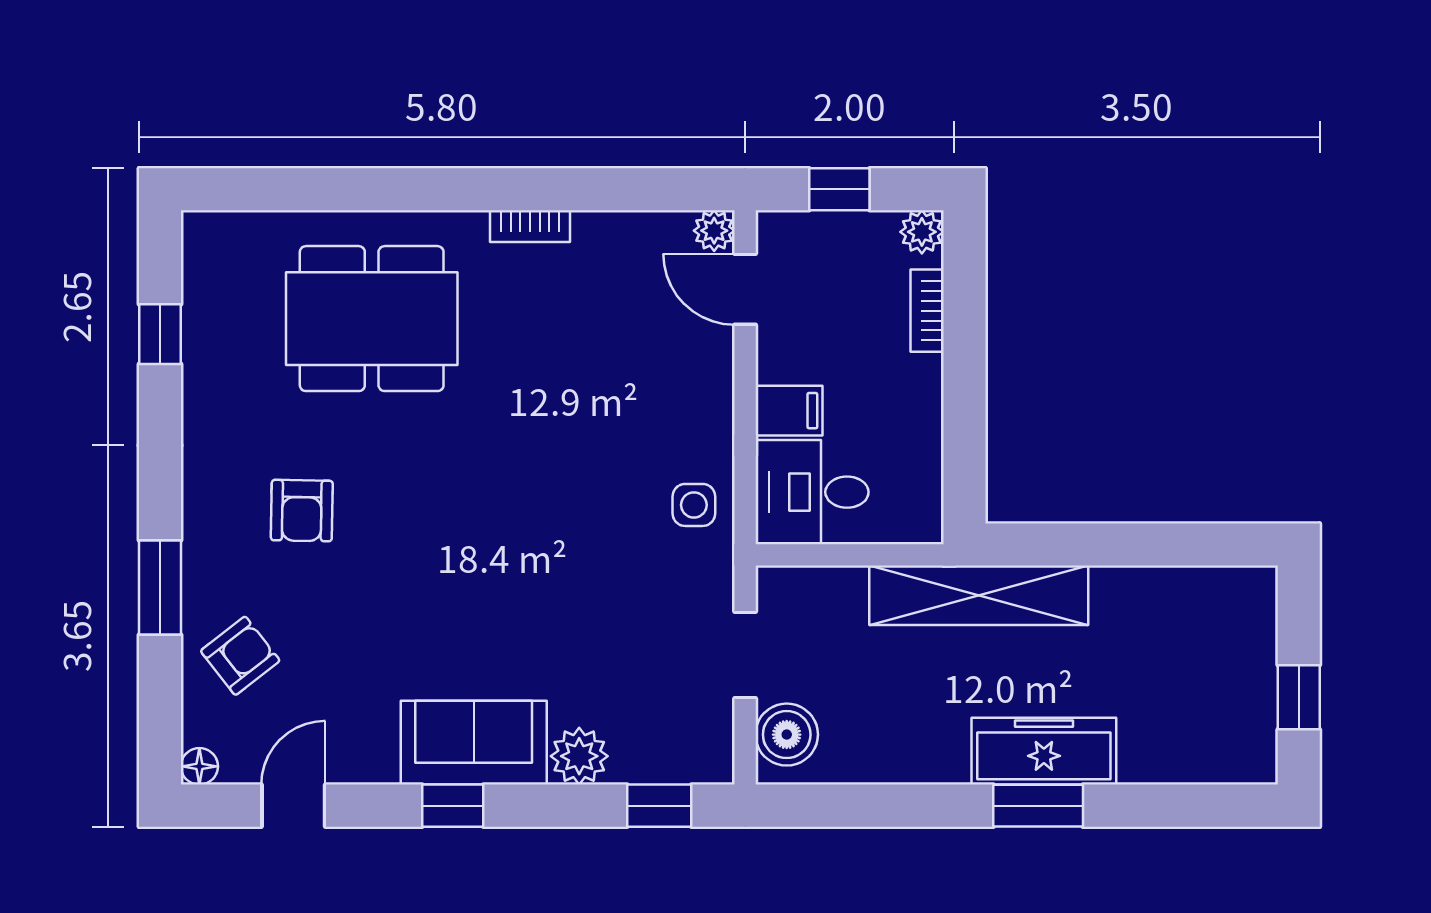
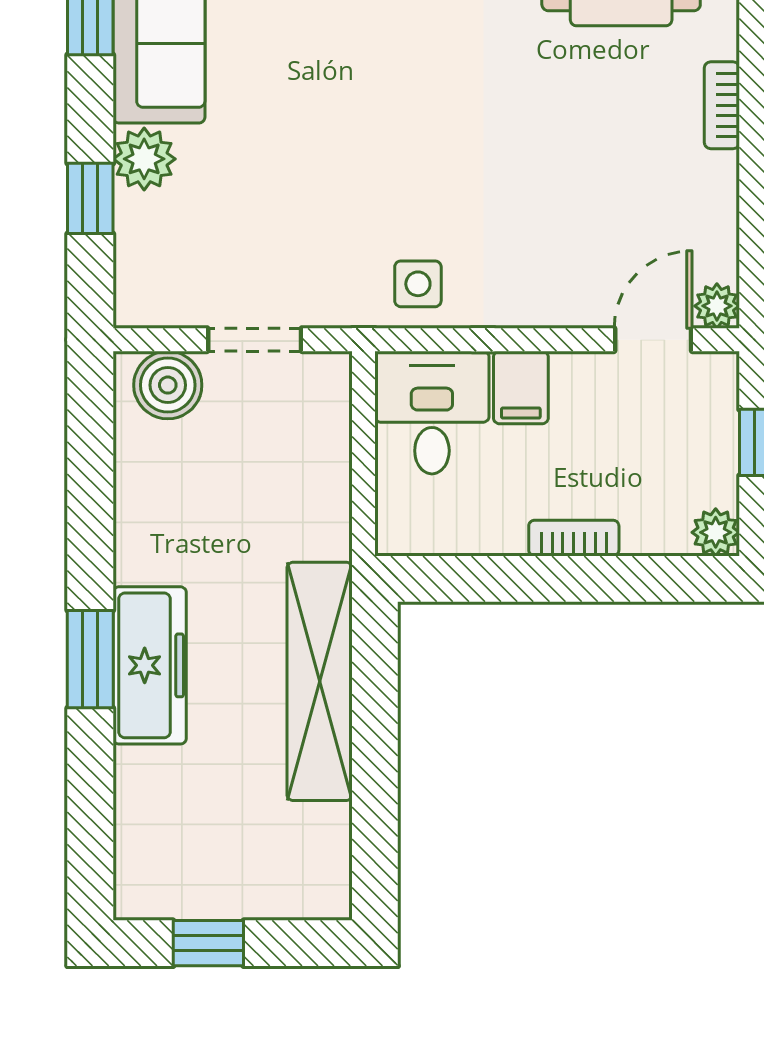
bookcase: (927, 311) -> (574, 538), moved
shelving: (979, 595) -> (320, 681), moved
window: (659, 806) -> (90, 198), moved

